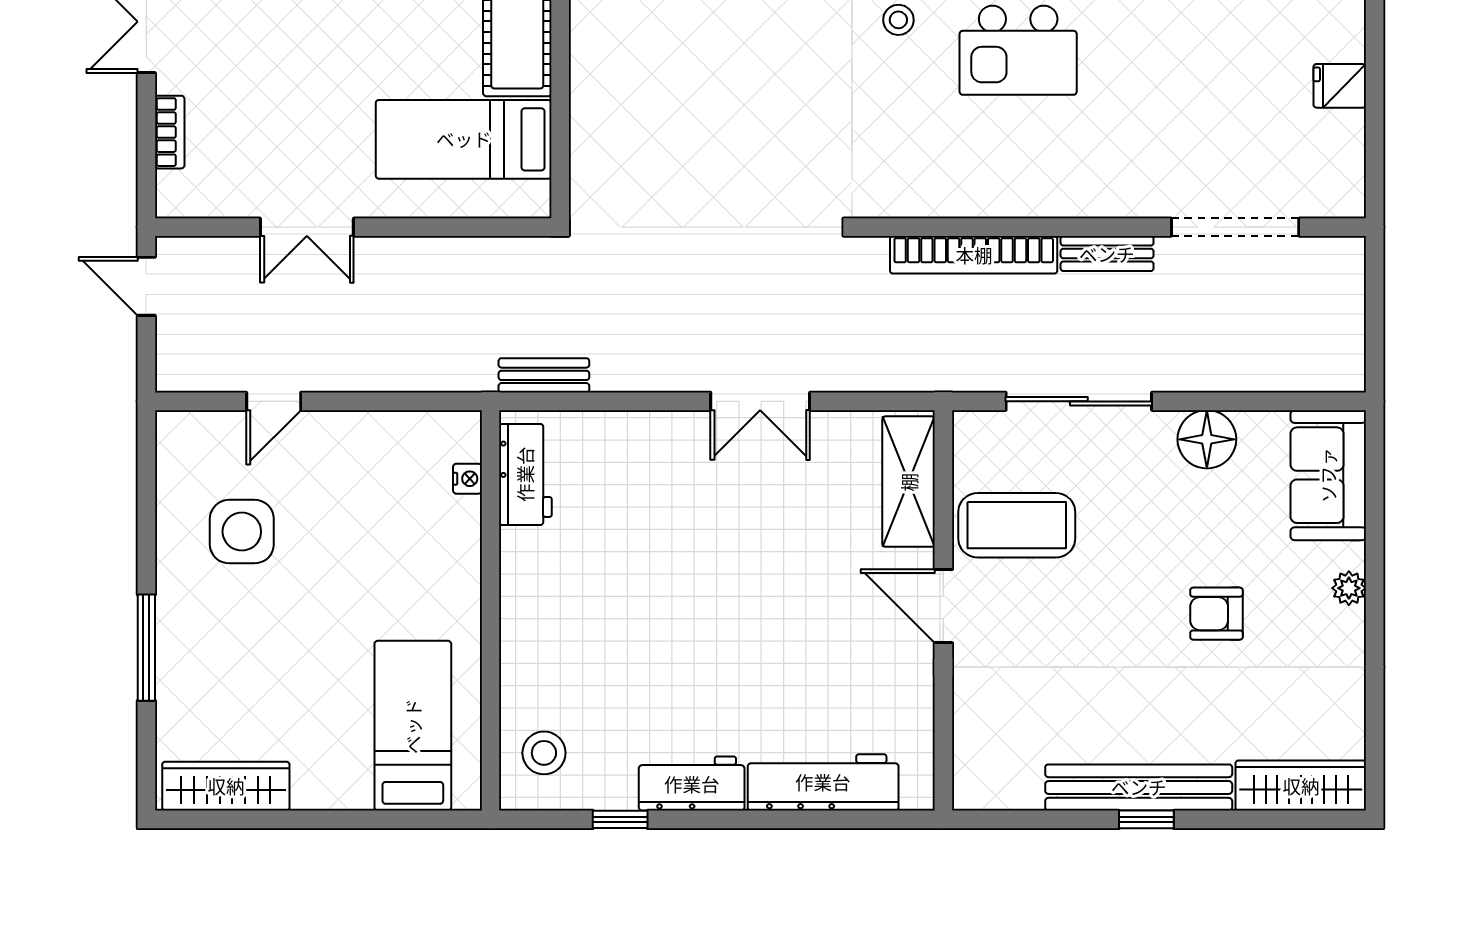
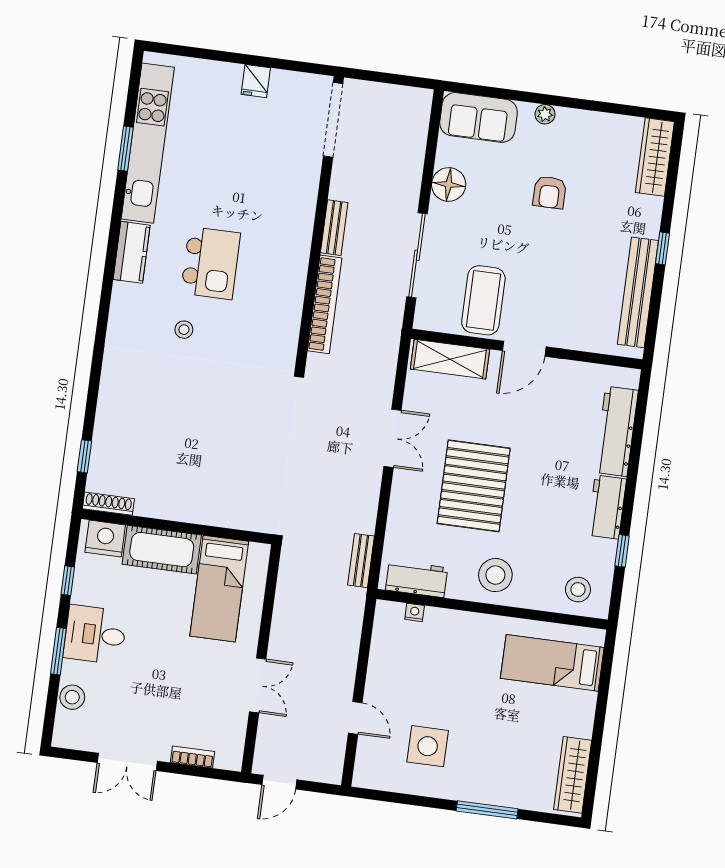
doorway: (1235, 227) -> (333, 120), moved
pallet: (697, 551) -> (474, 486), added
stool: (550, 608) -> (495, 575), added
bench: (1139, 787) -> (638, 292), moved

